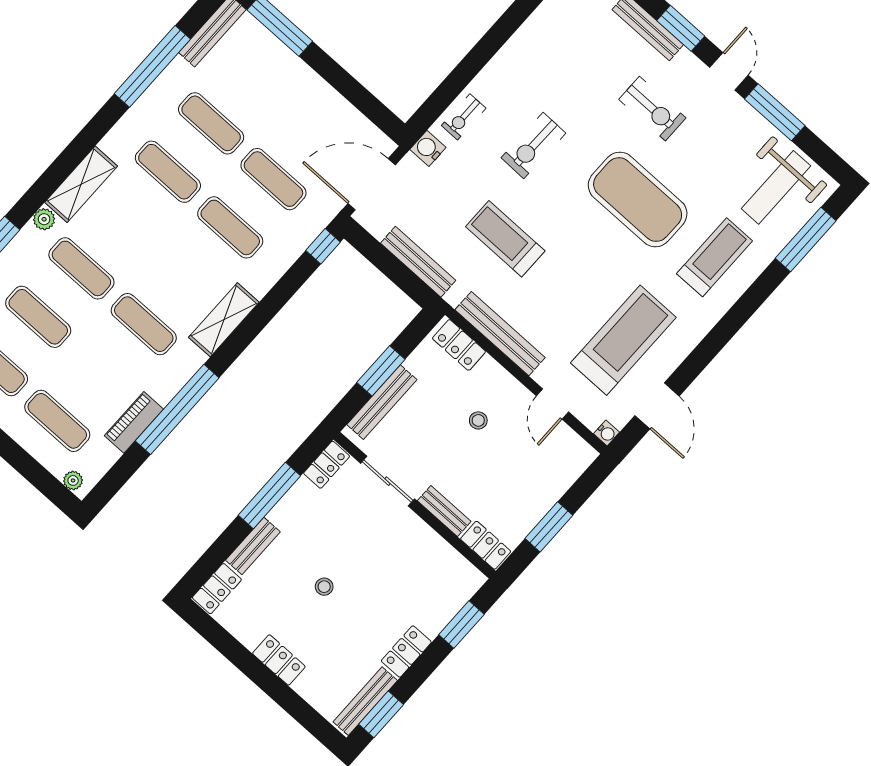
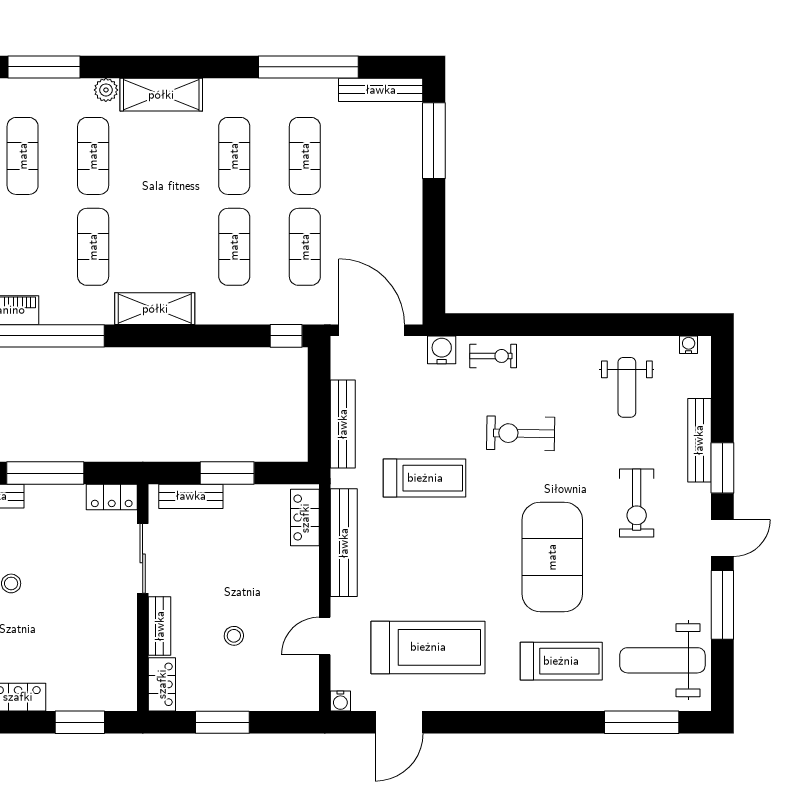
weight bench: (567, 44) -> (627, 387), added
exercise bike: (464, 117) -> (493, 356), turned 180
treadmill: (505, 239) -> (425, 478), turned 90
bench: (382, 402) -> (191, 496), width x0.73
stool: (478, 420) -> (234, 636), moved

